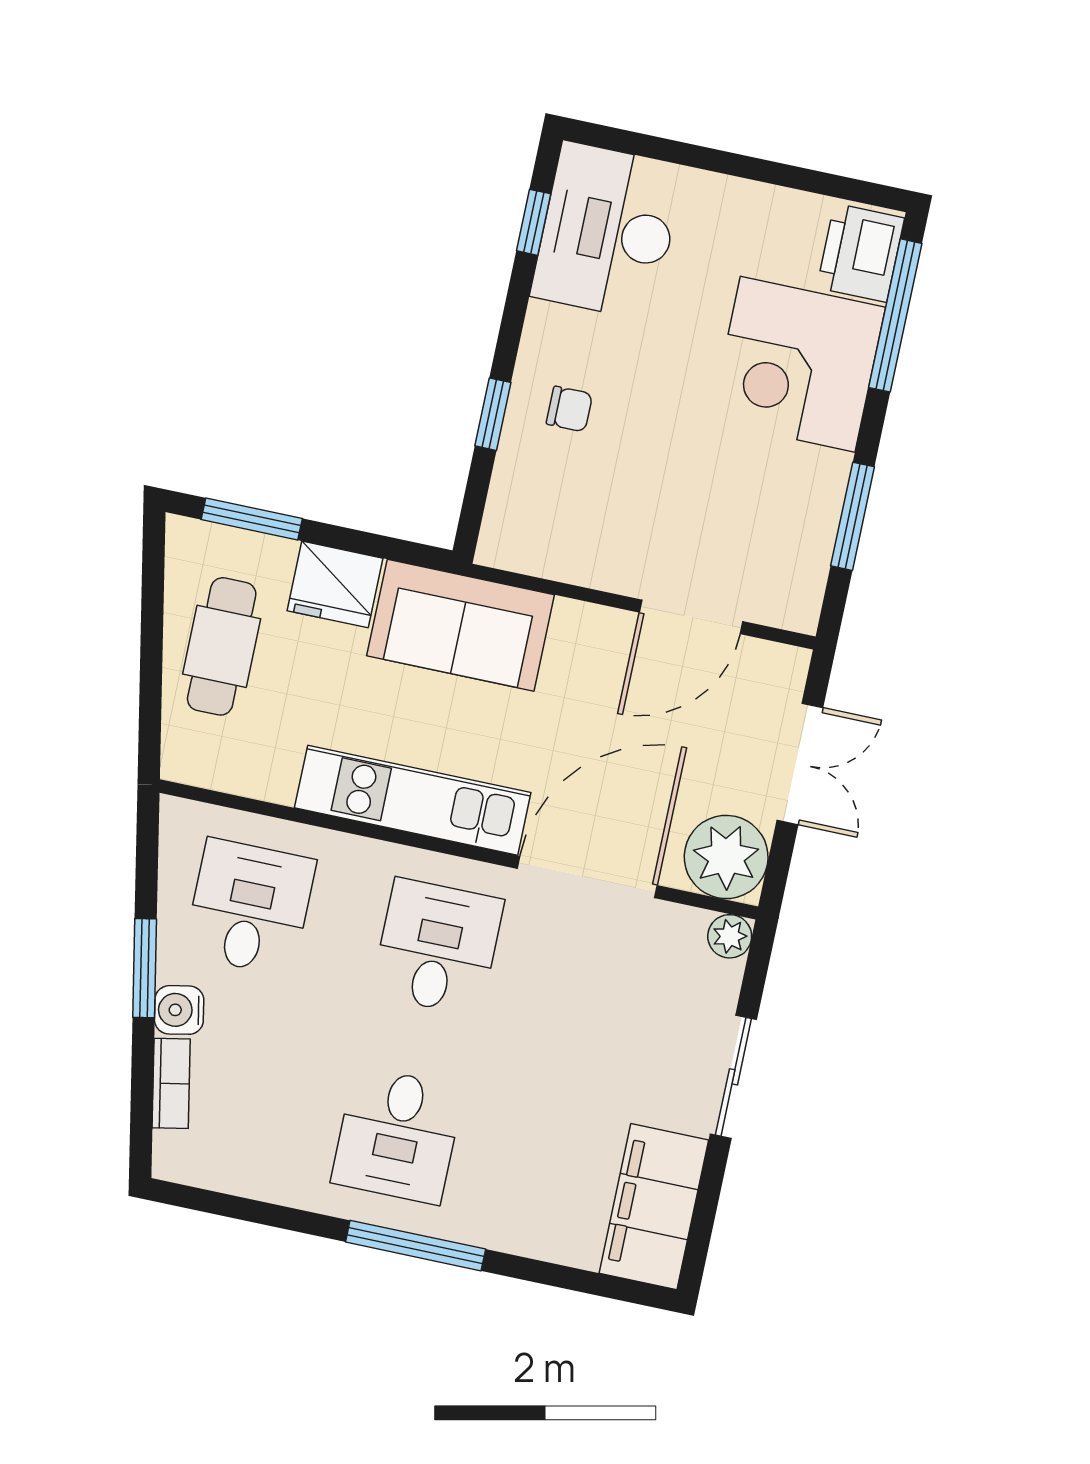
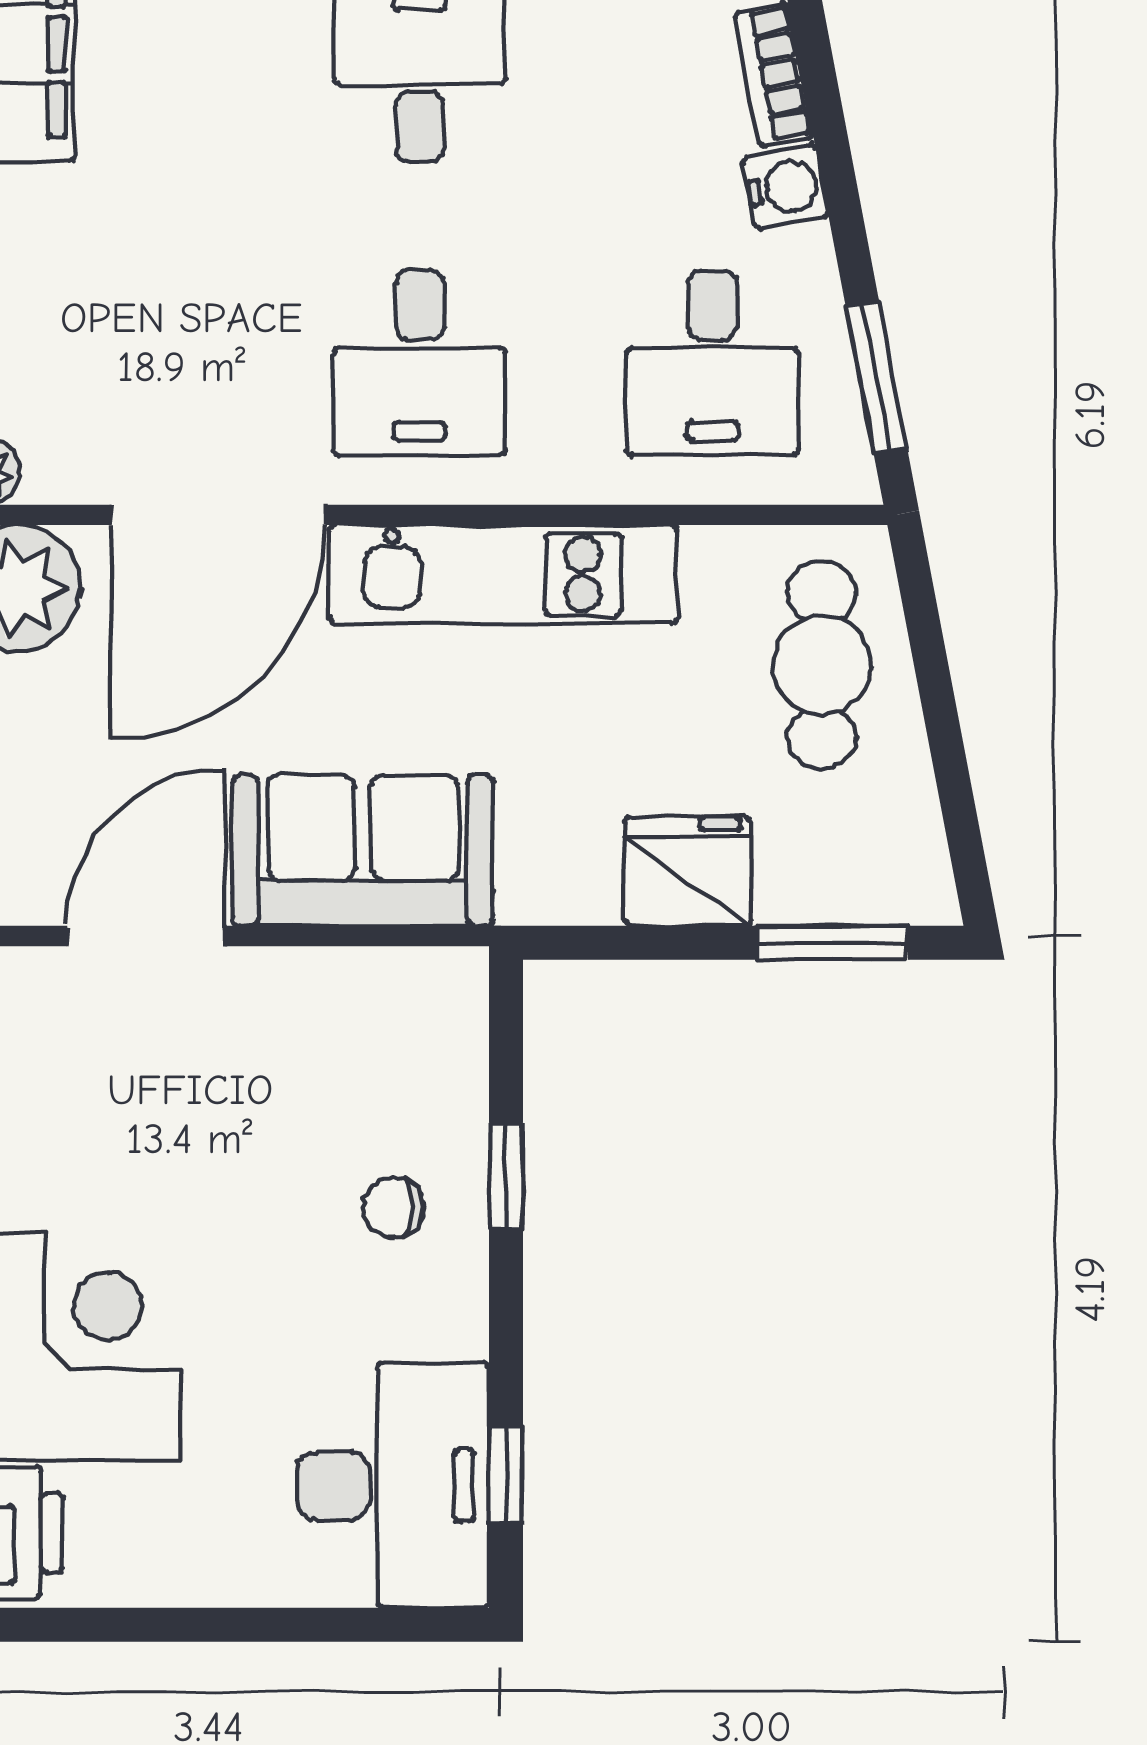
sofa: (461, 625) -> (363, 850), moved
cafe table: (222, 646) -> (822, 665), moved
window: (145, 968) -> (876, 378), moved

